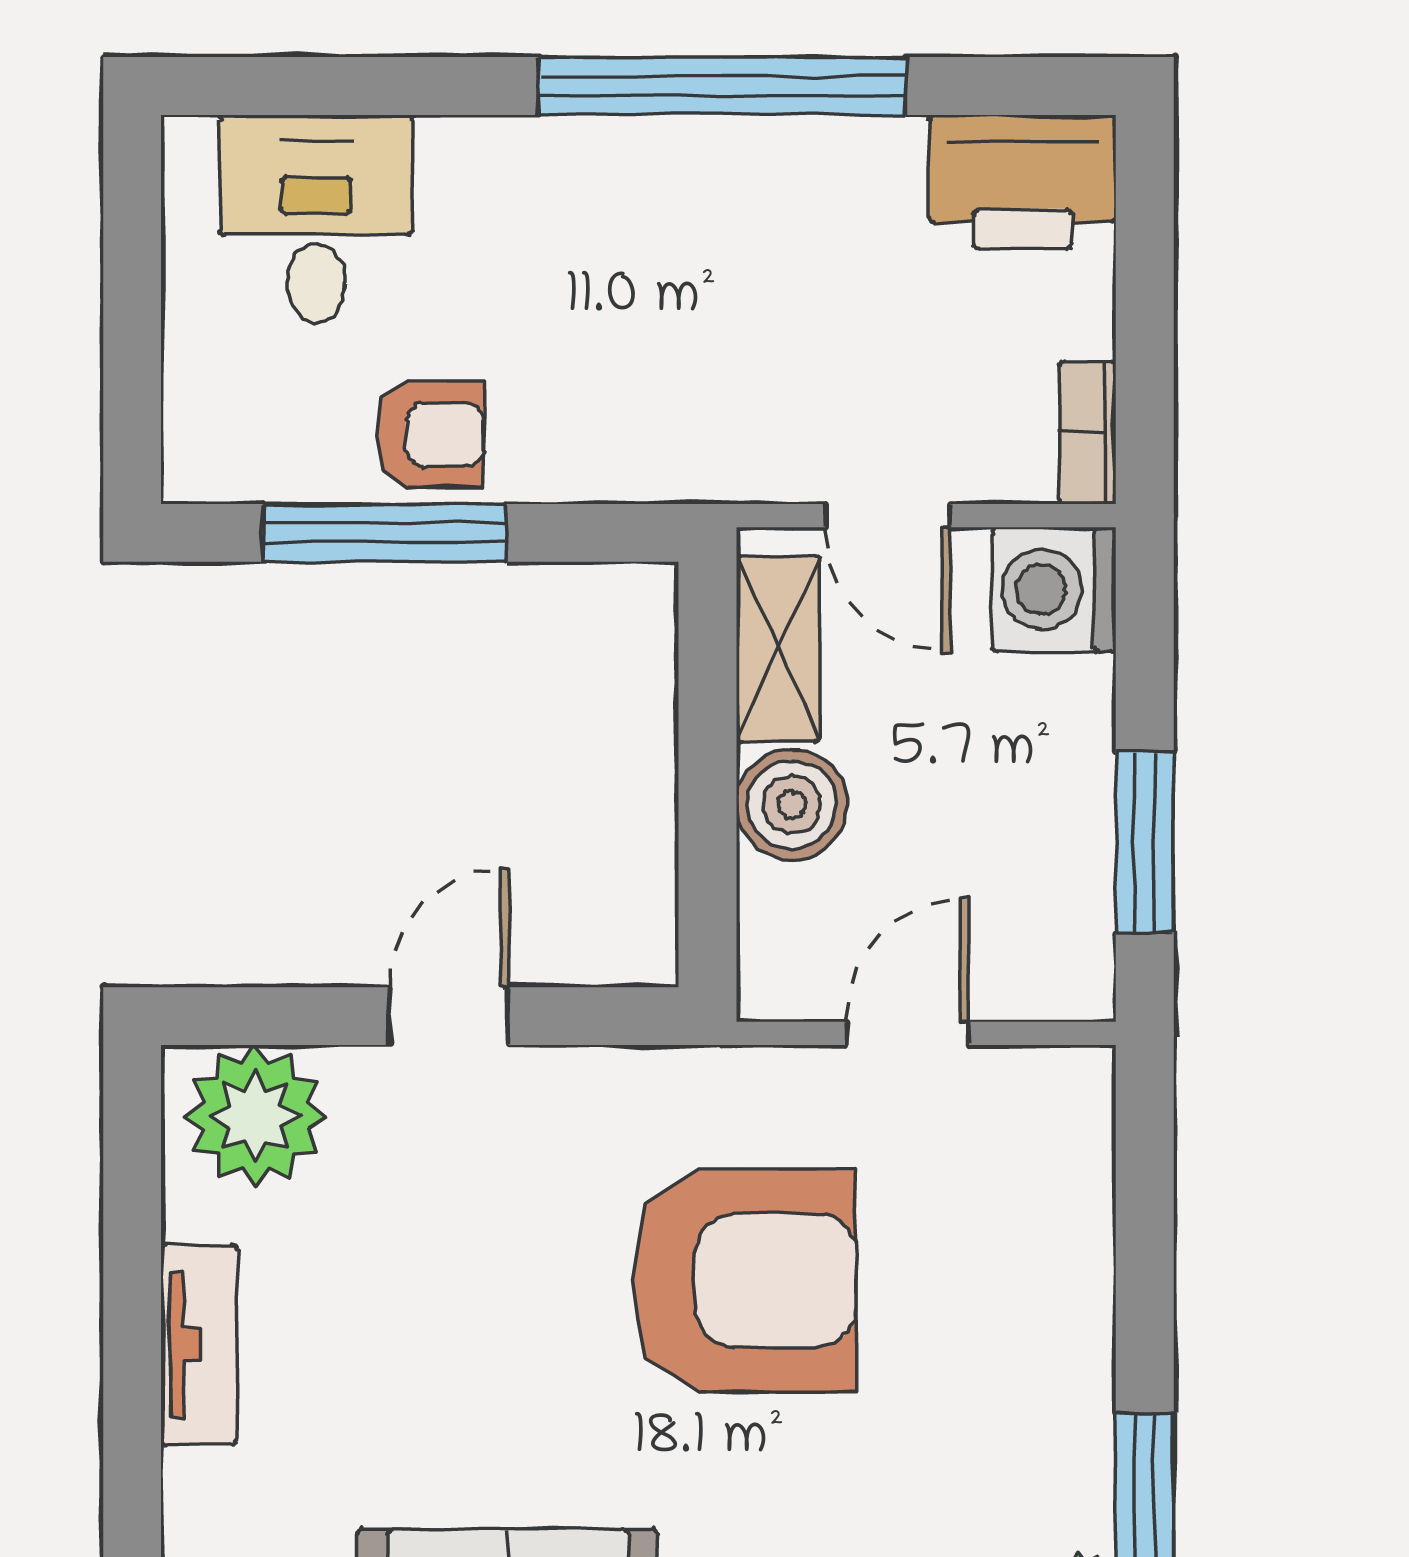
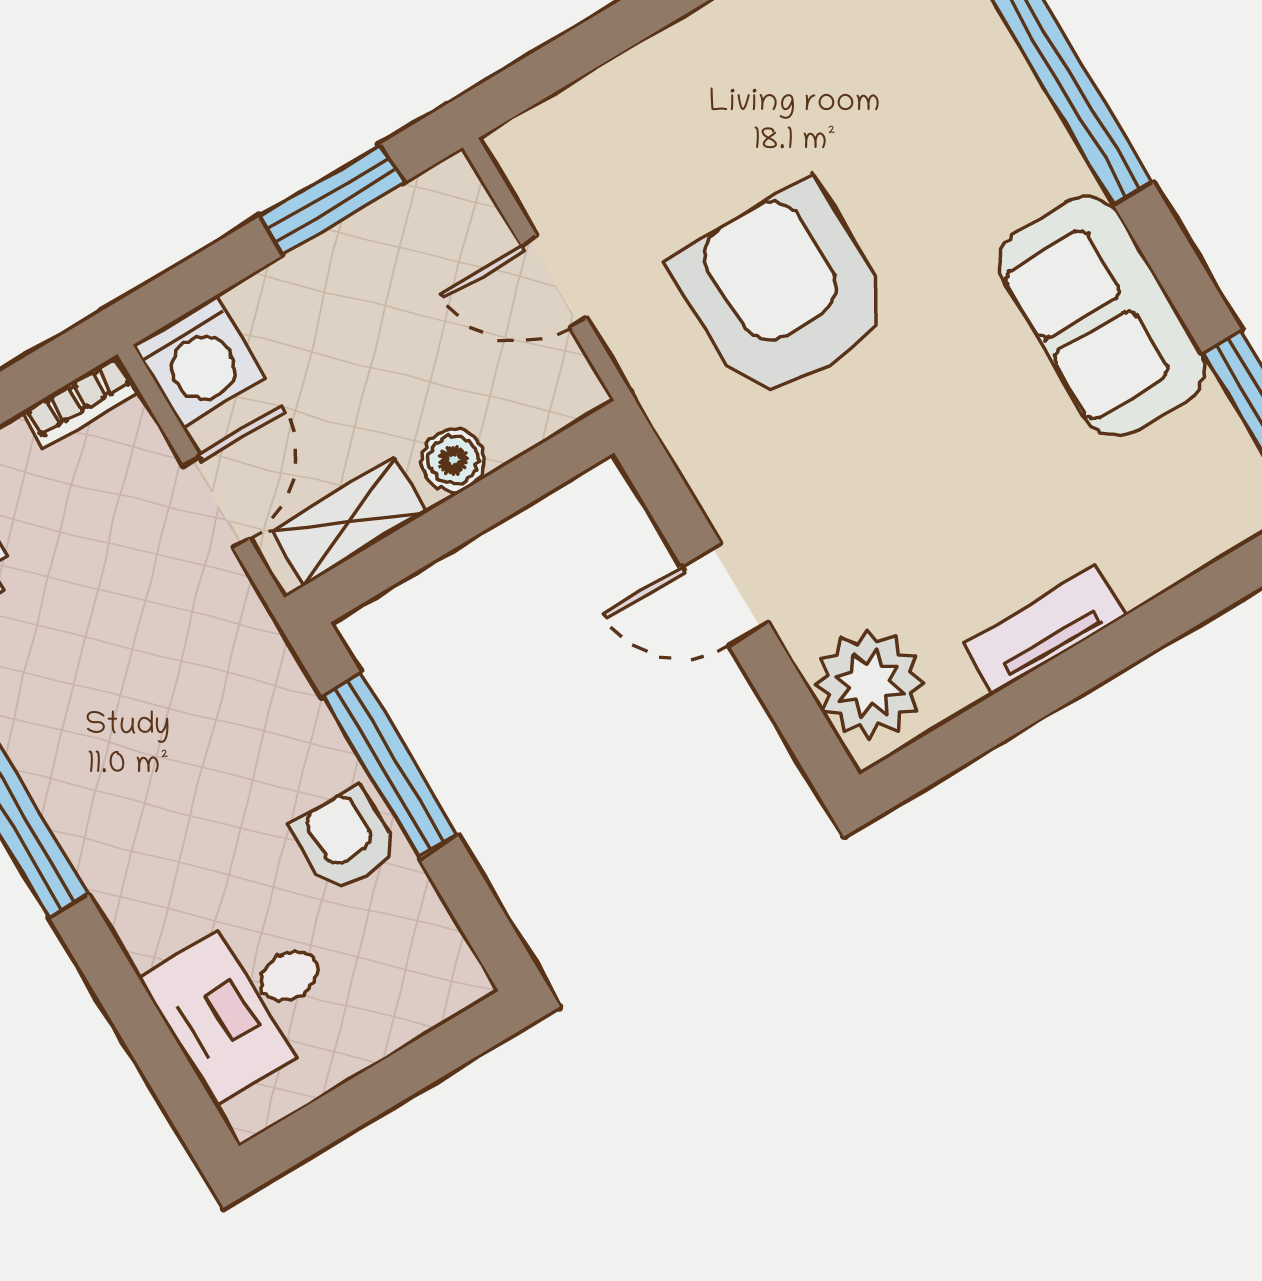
window: (384, 533) -> (390, 766), moved
boiler: (792, 805) -> (453, 460), width x0.73, depth x0.73

